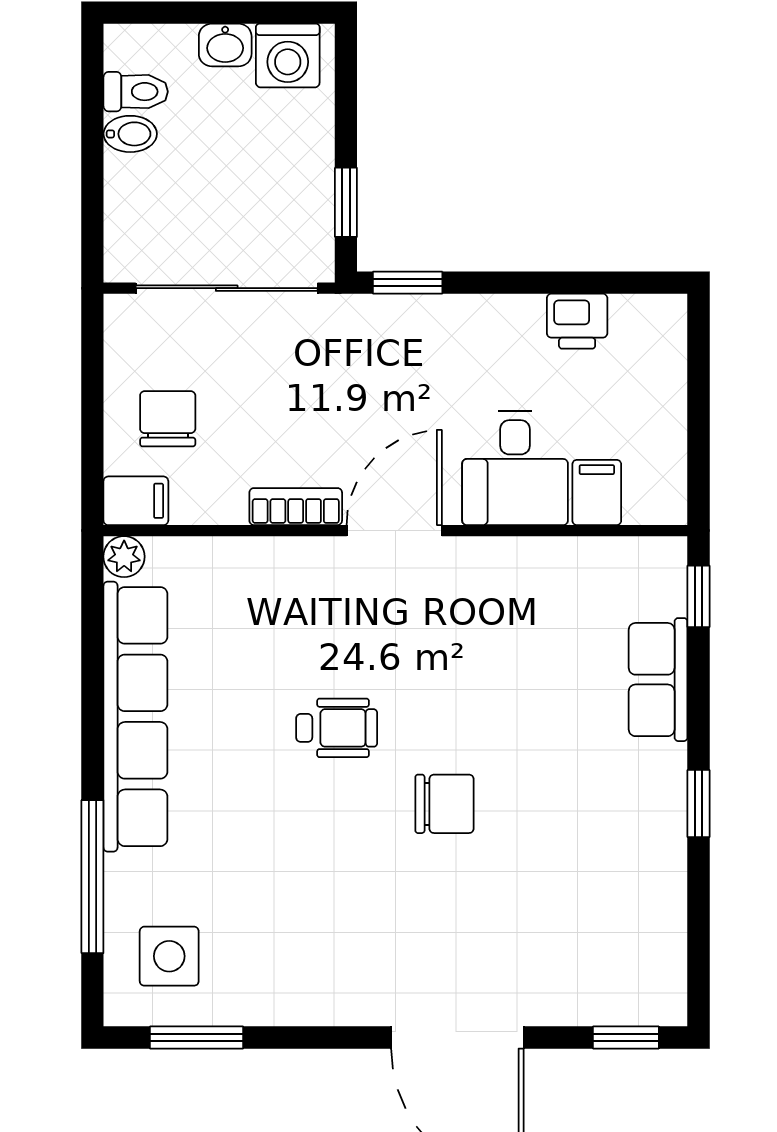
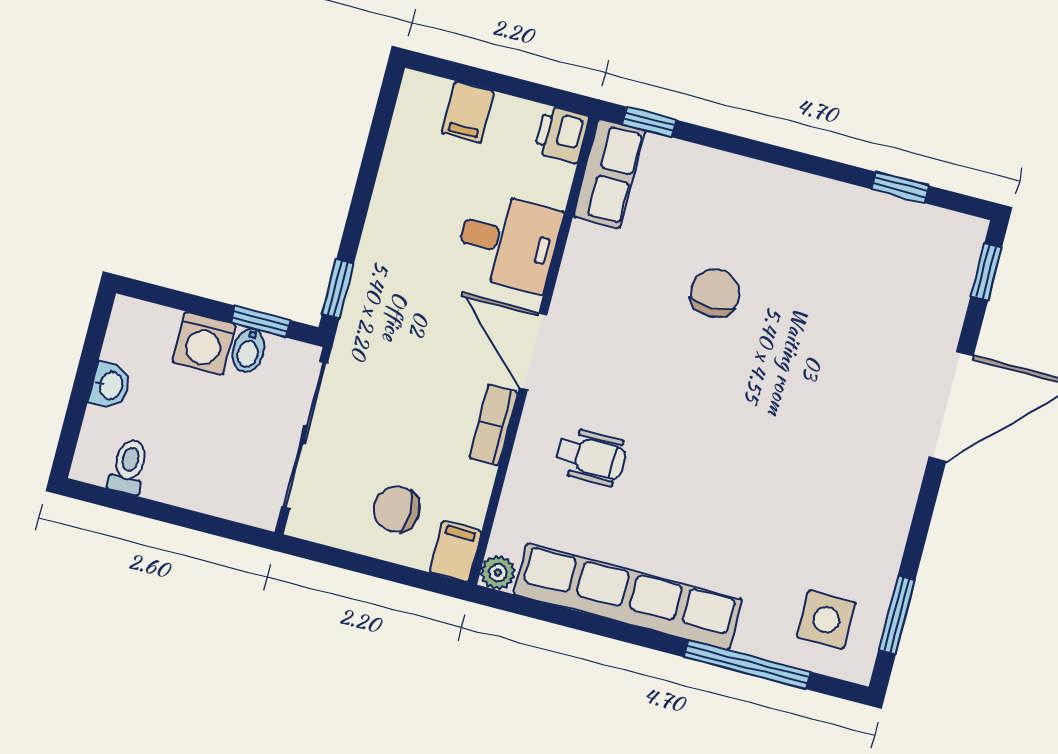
washing machine: (288, 56) -> (204, 343), moved, turned 90
bidet: (130, 134) -> (248, 351), moved, turned 180
printer: (577, 321) -> (562, 134), moved, turned 180
filing cabinet: (597, 492) -> (468, 112), moved, turned -90
row of seats: (658, 680) -> (609, 173), moved, turned -90
wheelchair: (337, 728) -> (591, 457), moved, turned 90
chair: (444, 804) -> (715, 293), moved
window: (699, 804) -> (900, 187), moved

